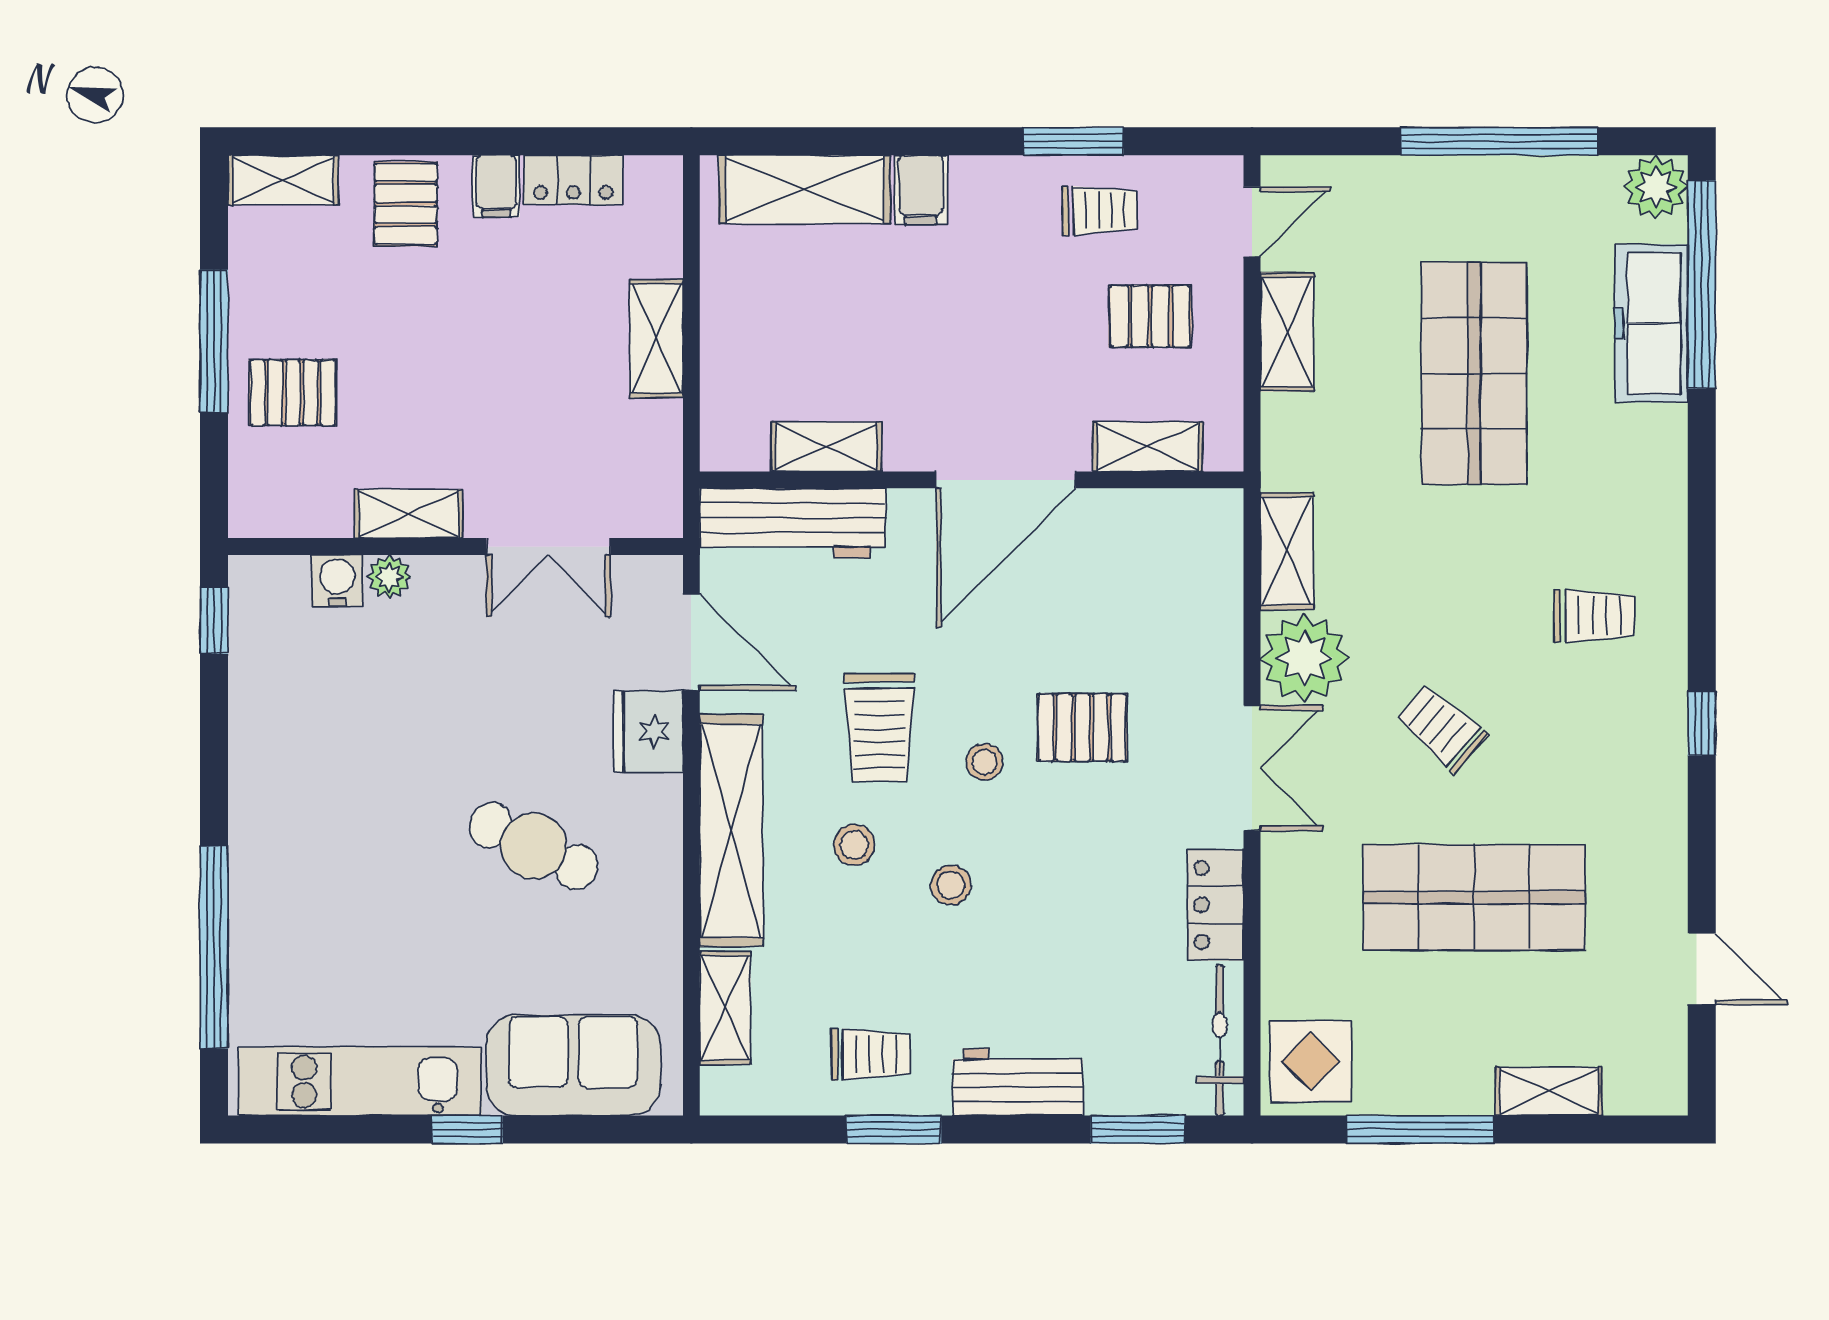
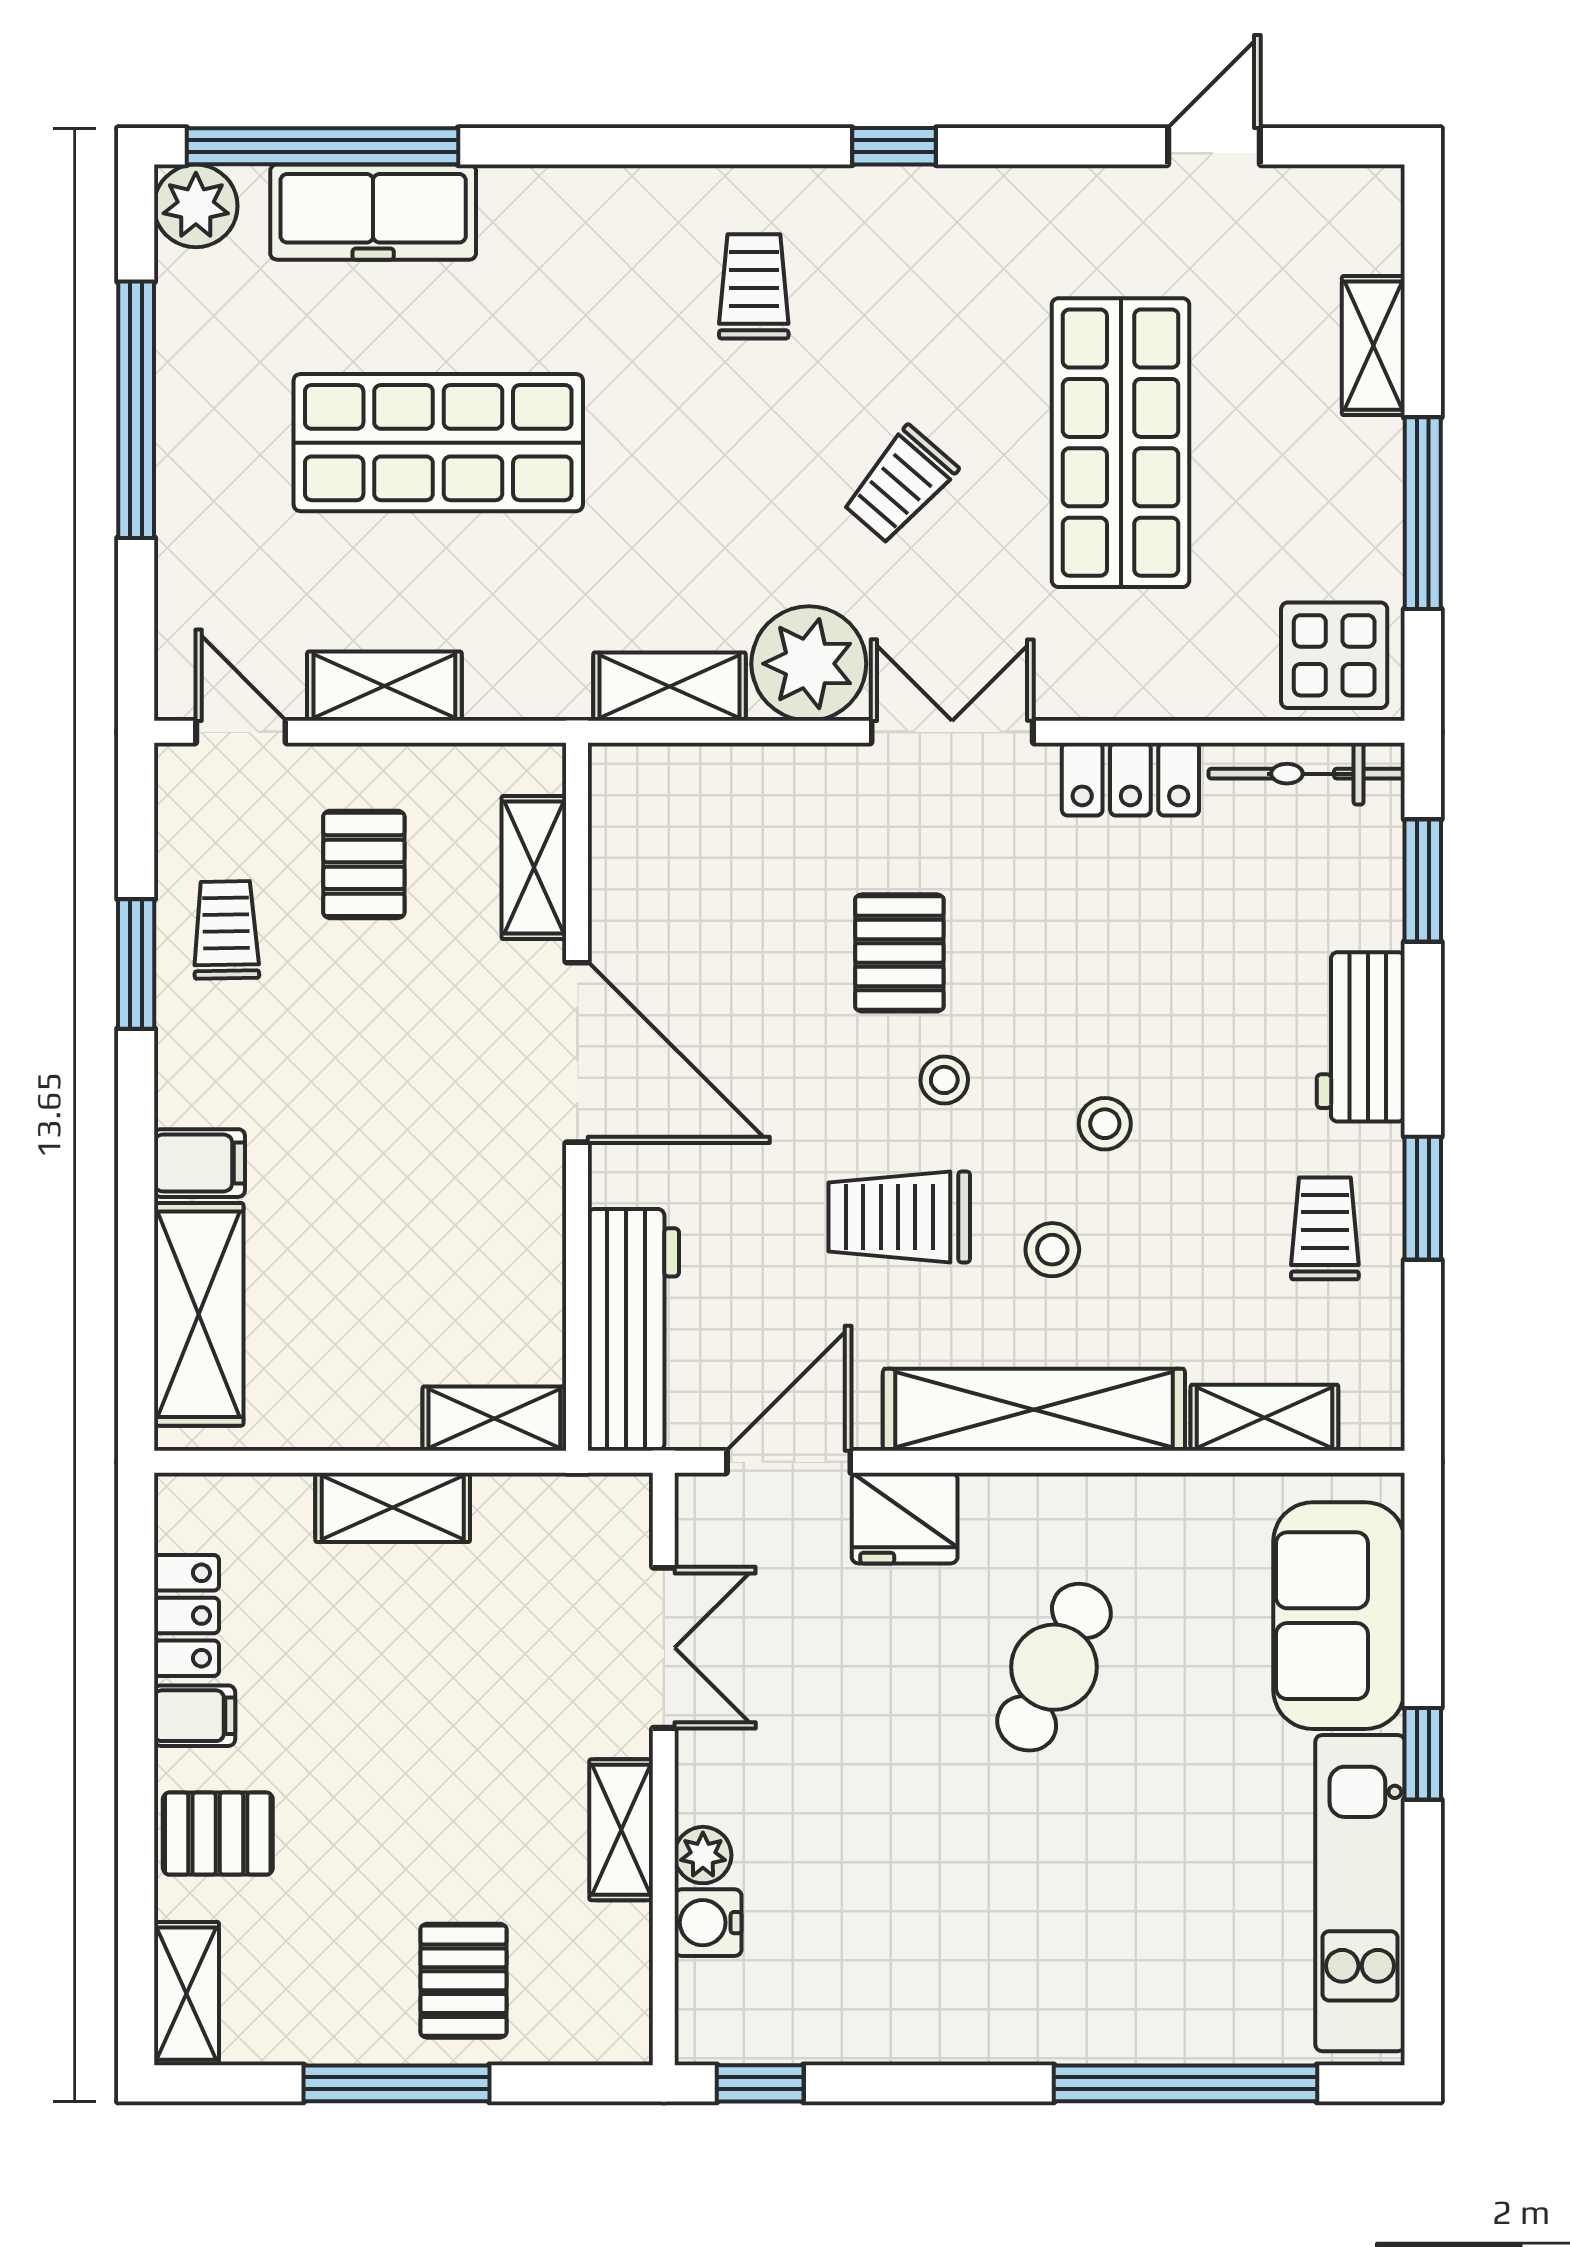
shelving: (826, 447) -> (494, 1419), moved, turned 90
trolley: (879, 727) -> (899, 1217), turned 180

